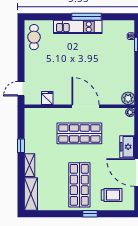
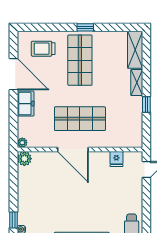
window: (90, 214) -> (85, 27), moved

